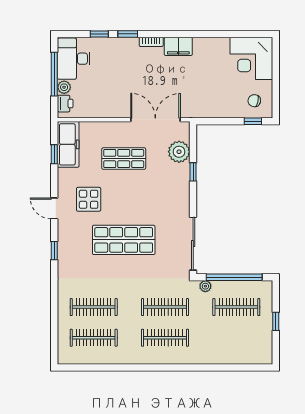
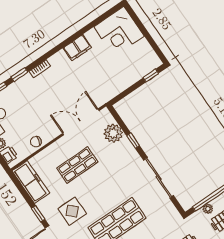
filing cabinet: (178, 46) -> (77, 48), moved
chair: (254, 101) -> (36, 142), moved
window: (54, 154) -> (38, 214), moved
sliding door: (193, 244) -> (159, 178), moved
plant: (205, 286) -> (208, 209), moved

